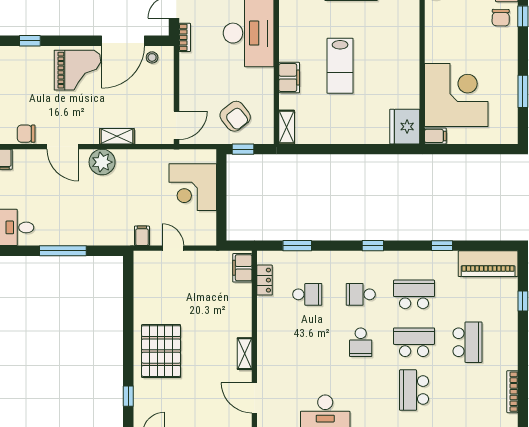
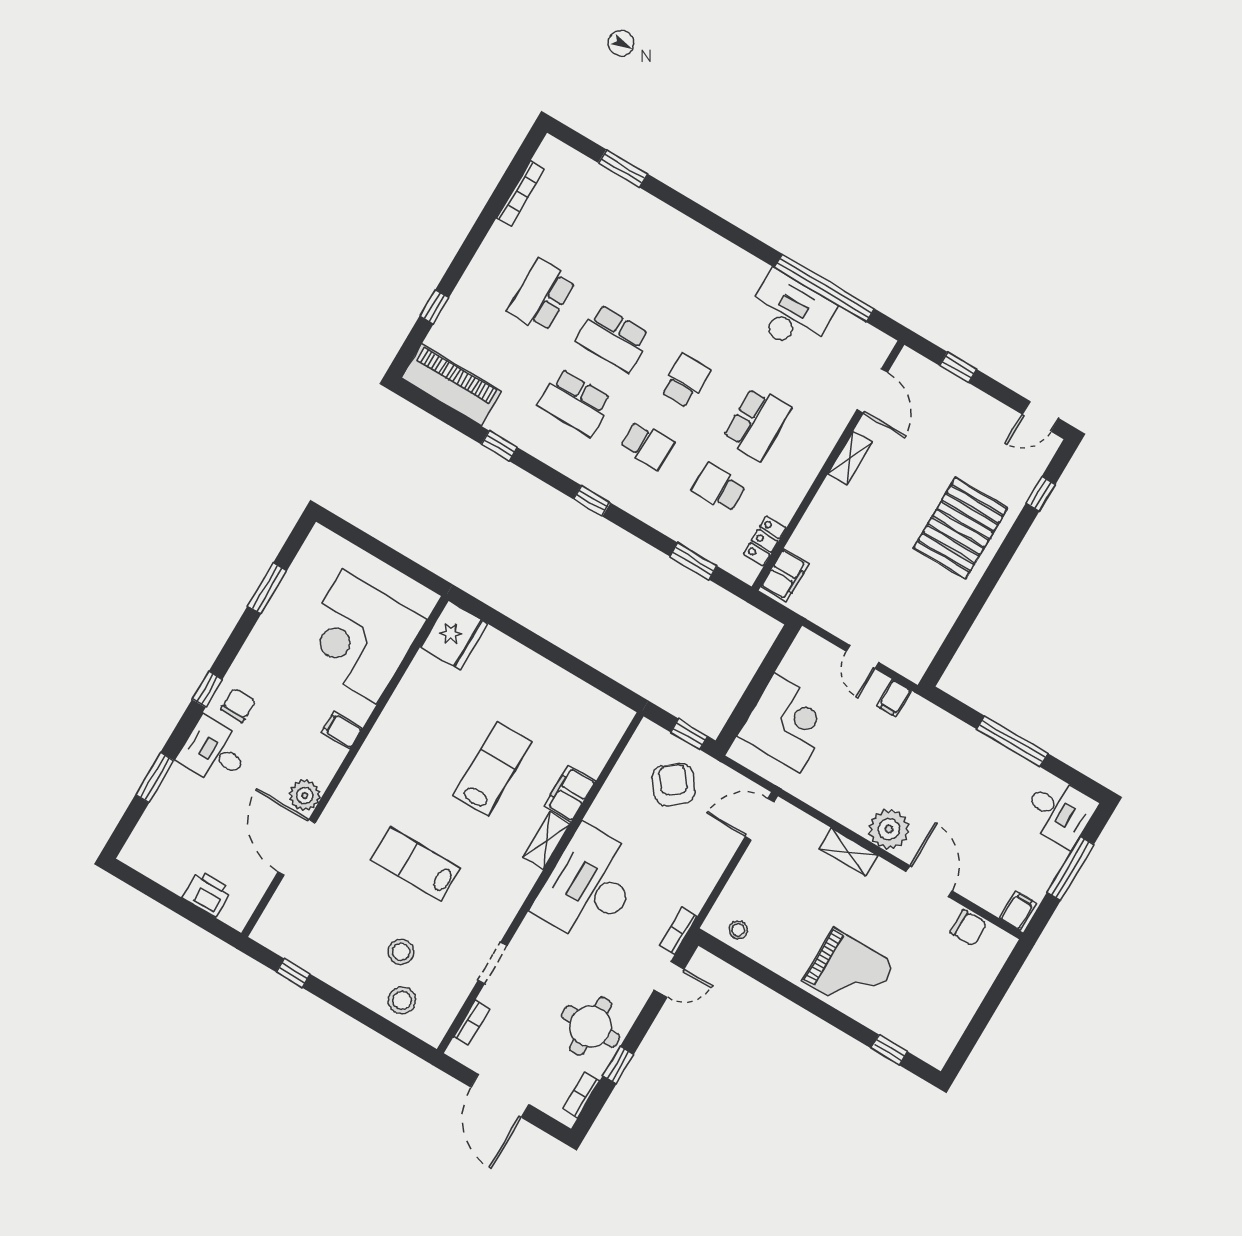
door: (123, 41) -> (764, 975), removed
grand piano: (78, 70) -> (849, 972), turned 180
shelving: (287, 127) -> (547, 841), moved
filing cabinet: (435, 136) -> (342, 730), moved
school desk: (414, 390) -> (757, 423), moved

